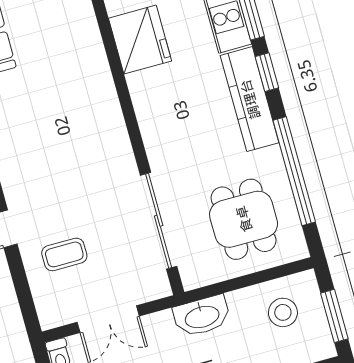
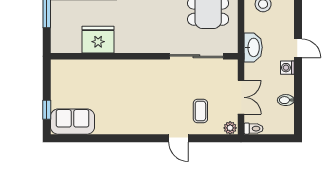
plant: (49, 315) -> (230, 128), added

